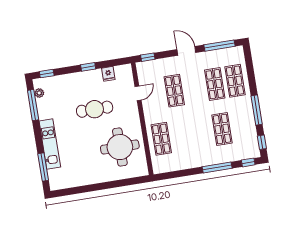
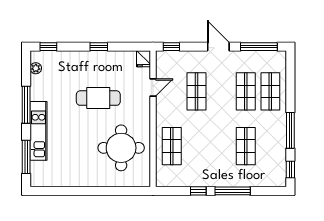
fridge: (108, 74) -> (143, 59), moved
window: (33, 105) -> (26, 105), moved
window: (248, 162) -> (198, 191), moved

